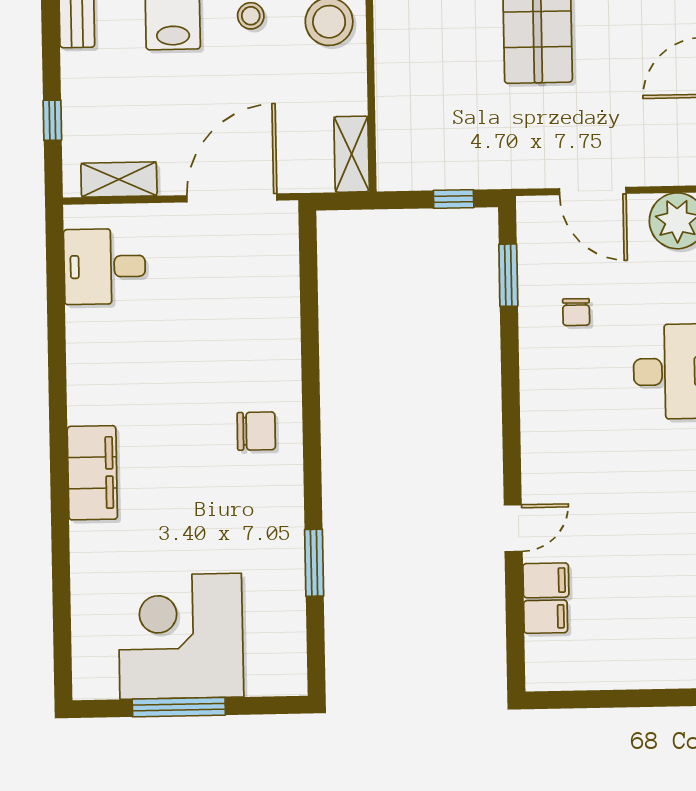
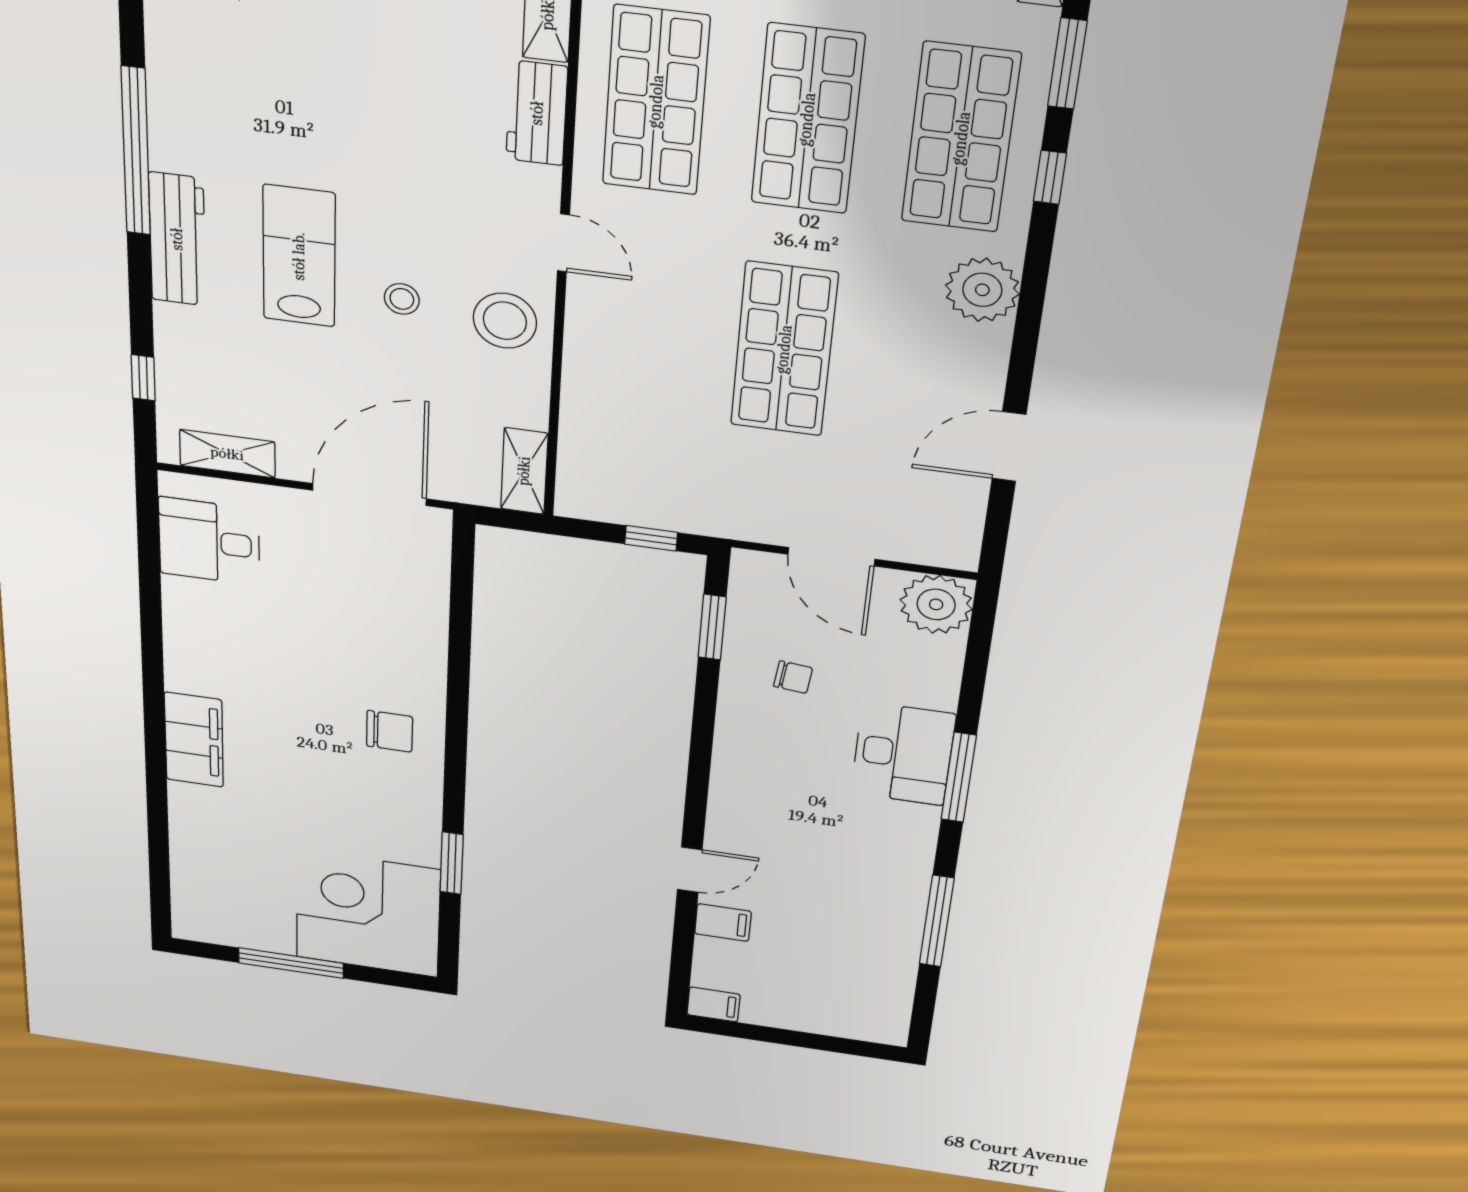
chair: (576, 312) -> (793, 677), turned -84
filing cabinet: (546, 617) -> (714, 1004), moved
corner desk: (181, 636) -> (368, 914), moved

